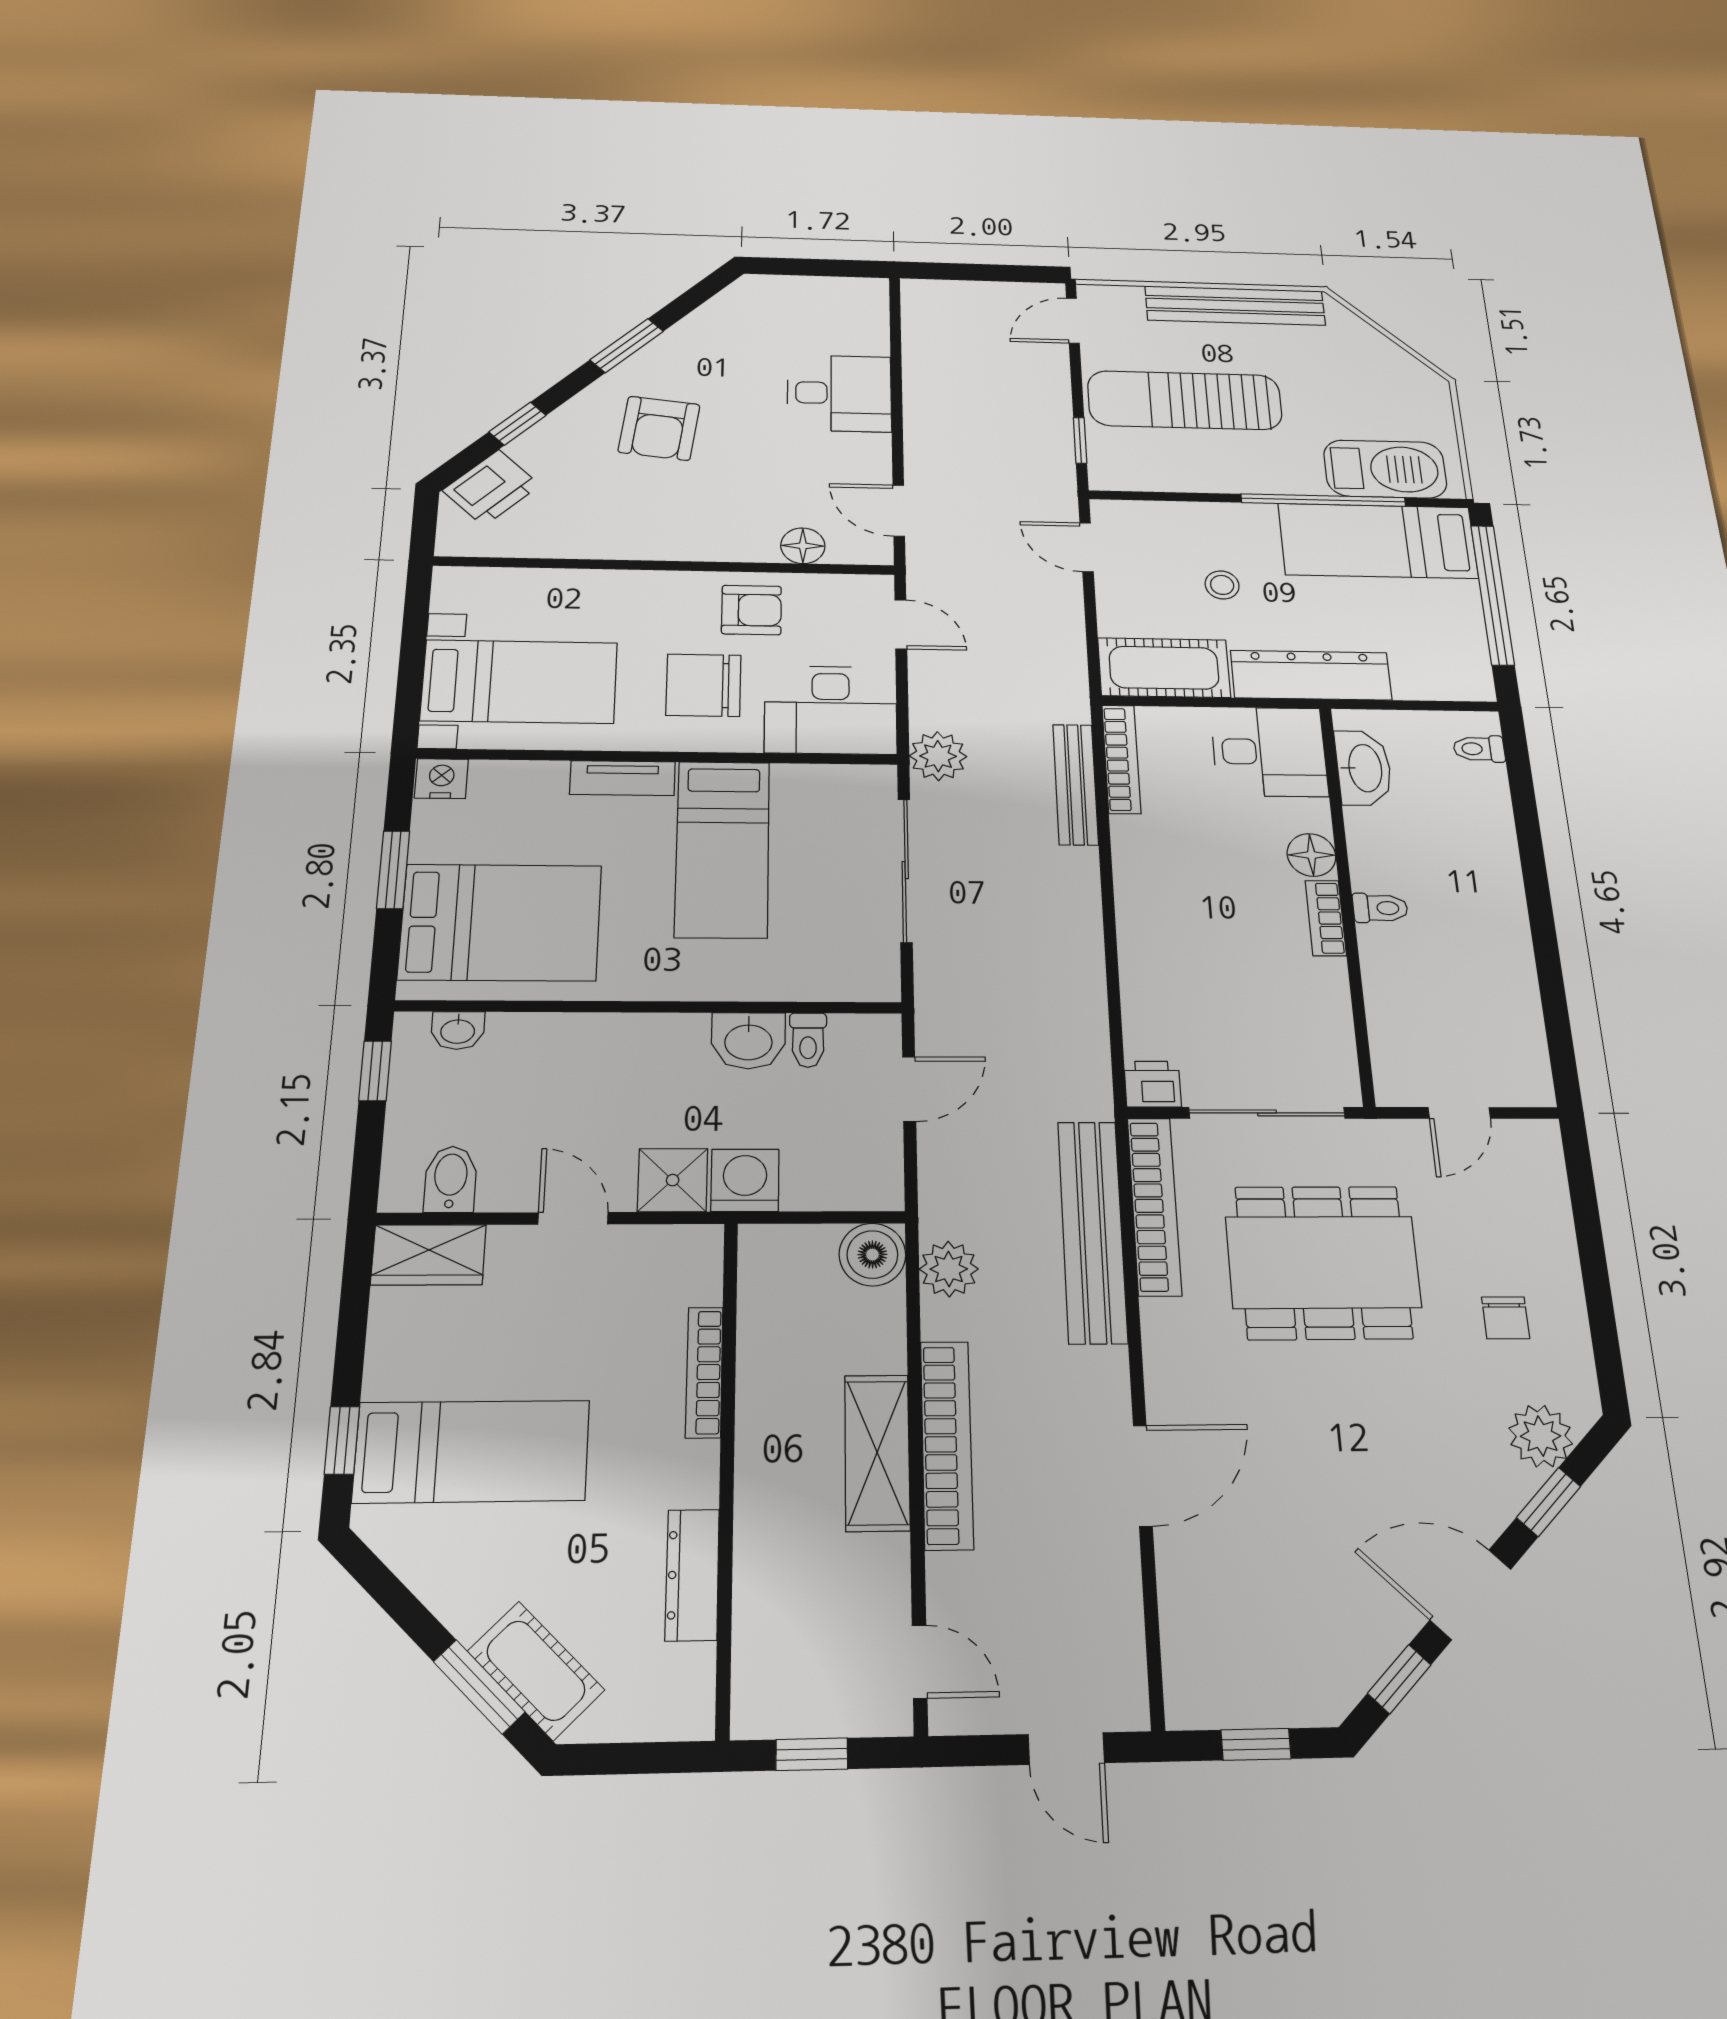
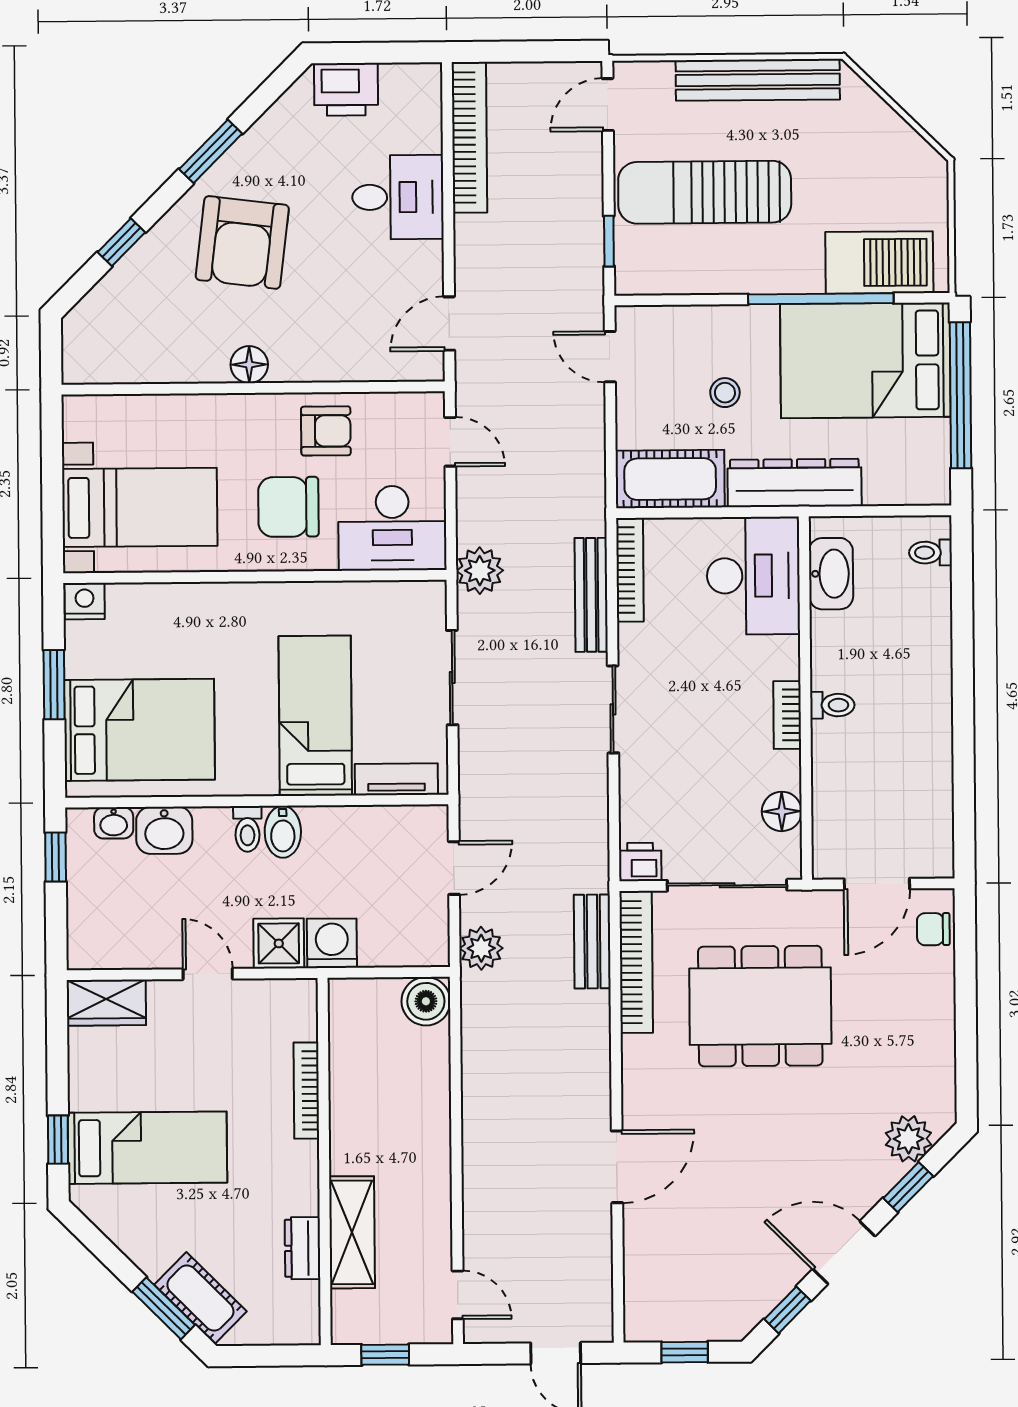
armchair: (659, 428) -> (242, 242), width x1.36, depth x1.36
printer: (491, 488) -> (346, 89), moved, turned 45
door: (899, 511) -> (449, 324), hinge flipped
bed: (1378, 541) -> (865, 360), width x1.50
floor lamp: (803, 546) -> (249, 365), moved
desk: (1269, 752) -> (753, 576), width x1.37
tv unit: (623, 778) -> (396, 779), moved, turned 180
bed: (723, 849) -> (315, 716), moved, turned 180
floor lamp: (1311, 855) -> (782, 811), moved
sliding door: (905, 870) -> (452, 678), width x0.73
sliding door: (1108, 908) -> (613, 709), added
toilet: (808, 1040) -> (247, 829), moved
washbasin: (748, 1041) -> (164, 830), moved
door: (1459, 1113) -> (877, 884), width x1.38
bidet: (451, 1179) -> (283, 832), moved, turned 180
bench: (1092, 1231) -> (592, 941), width x0.54, depth x0.82
plant: (949, 1269) -> (481, 948), moved
chair: (1506, 1318) -> (933, 929), moved, turned 90
bookcase: (947, 1444) -> (469, 137), moved
shelving: (877, 1452) -> (352, 1232), moved
dresser: (692, 1575) -> (303, 1248), width x0.70

